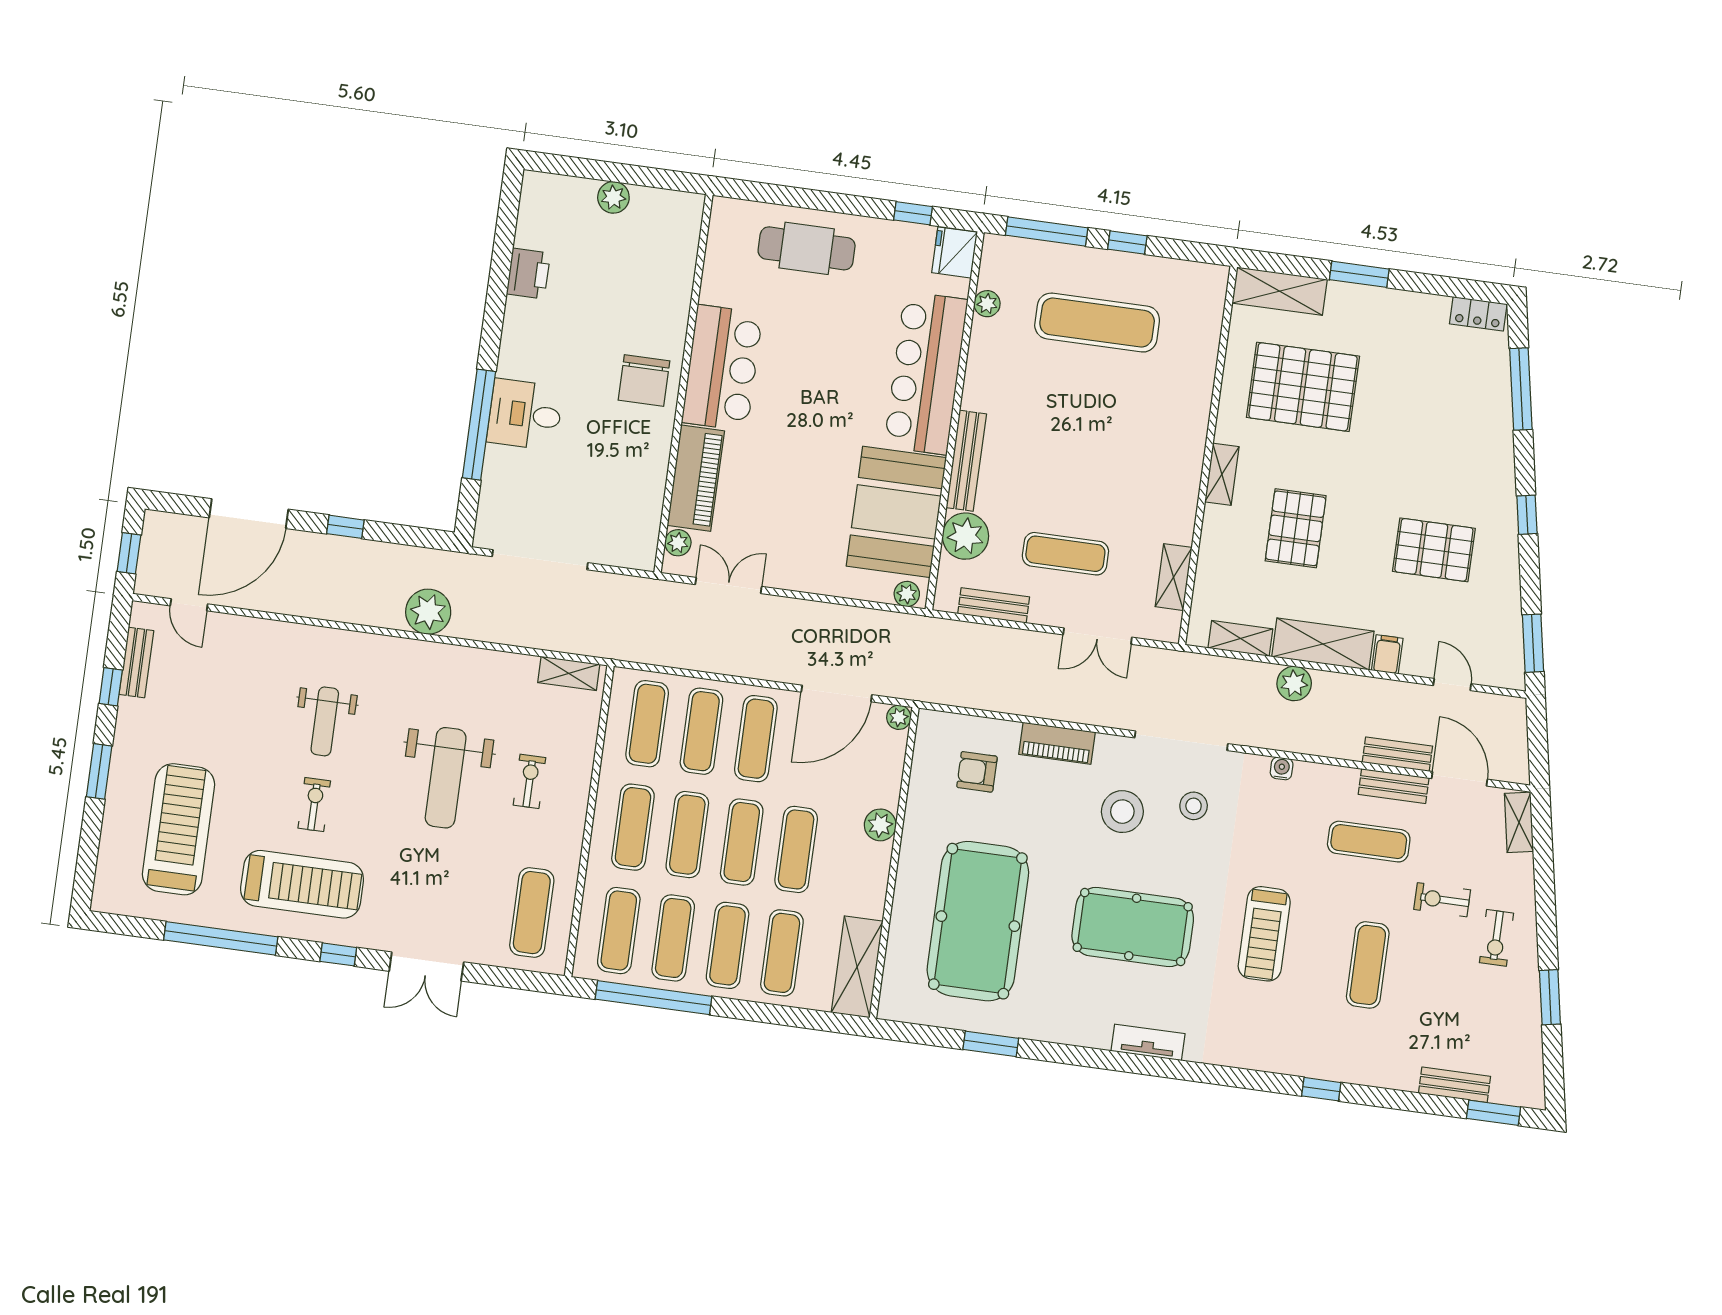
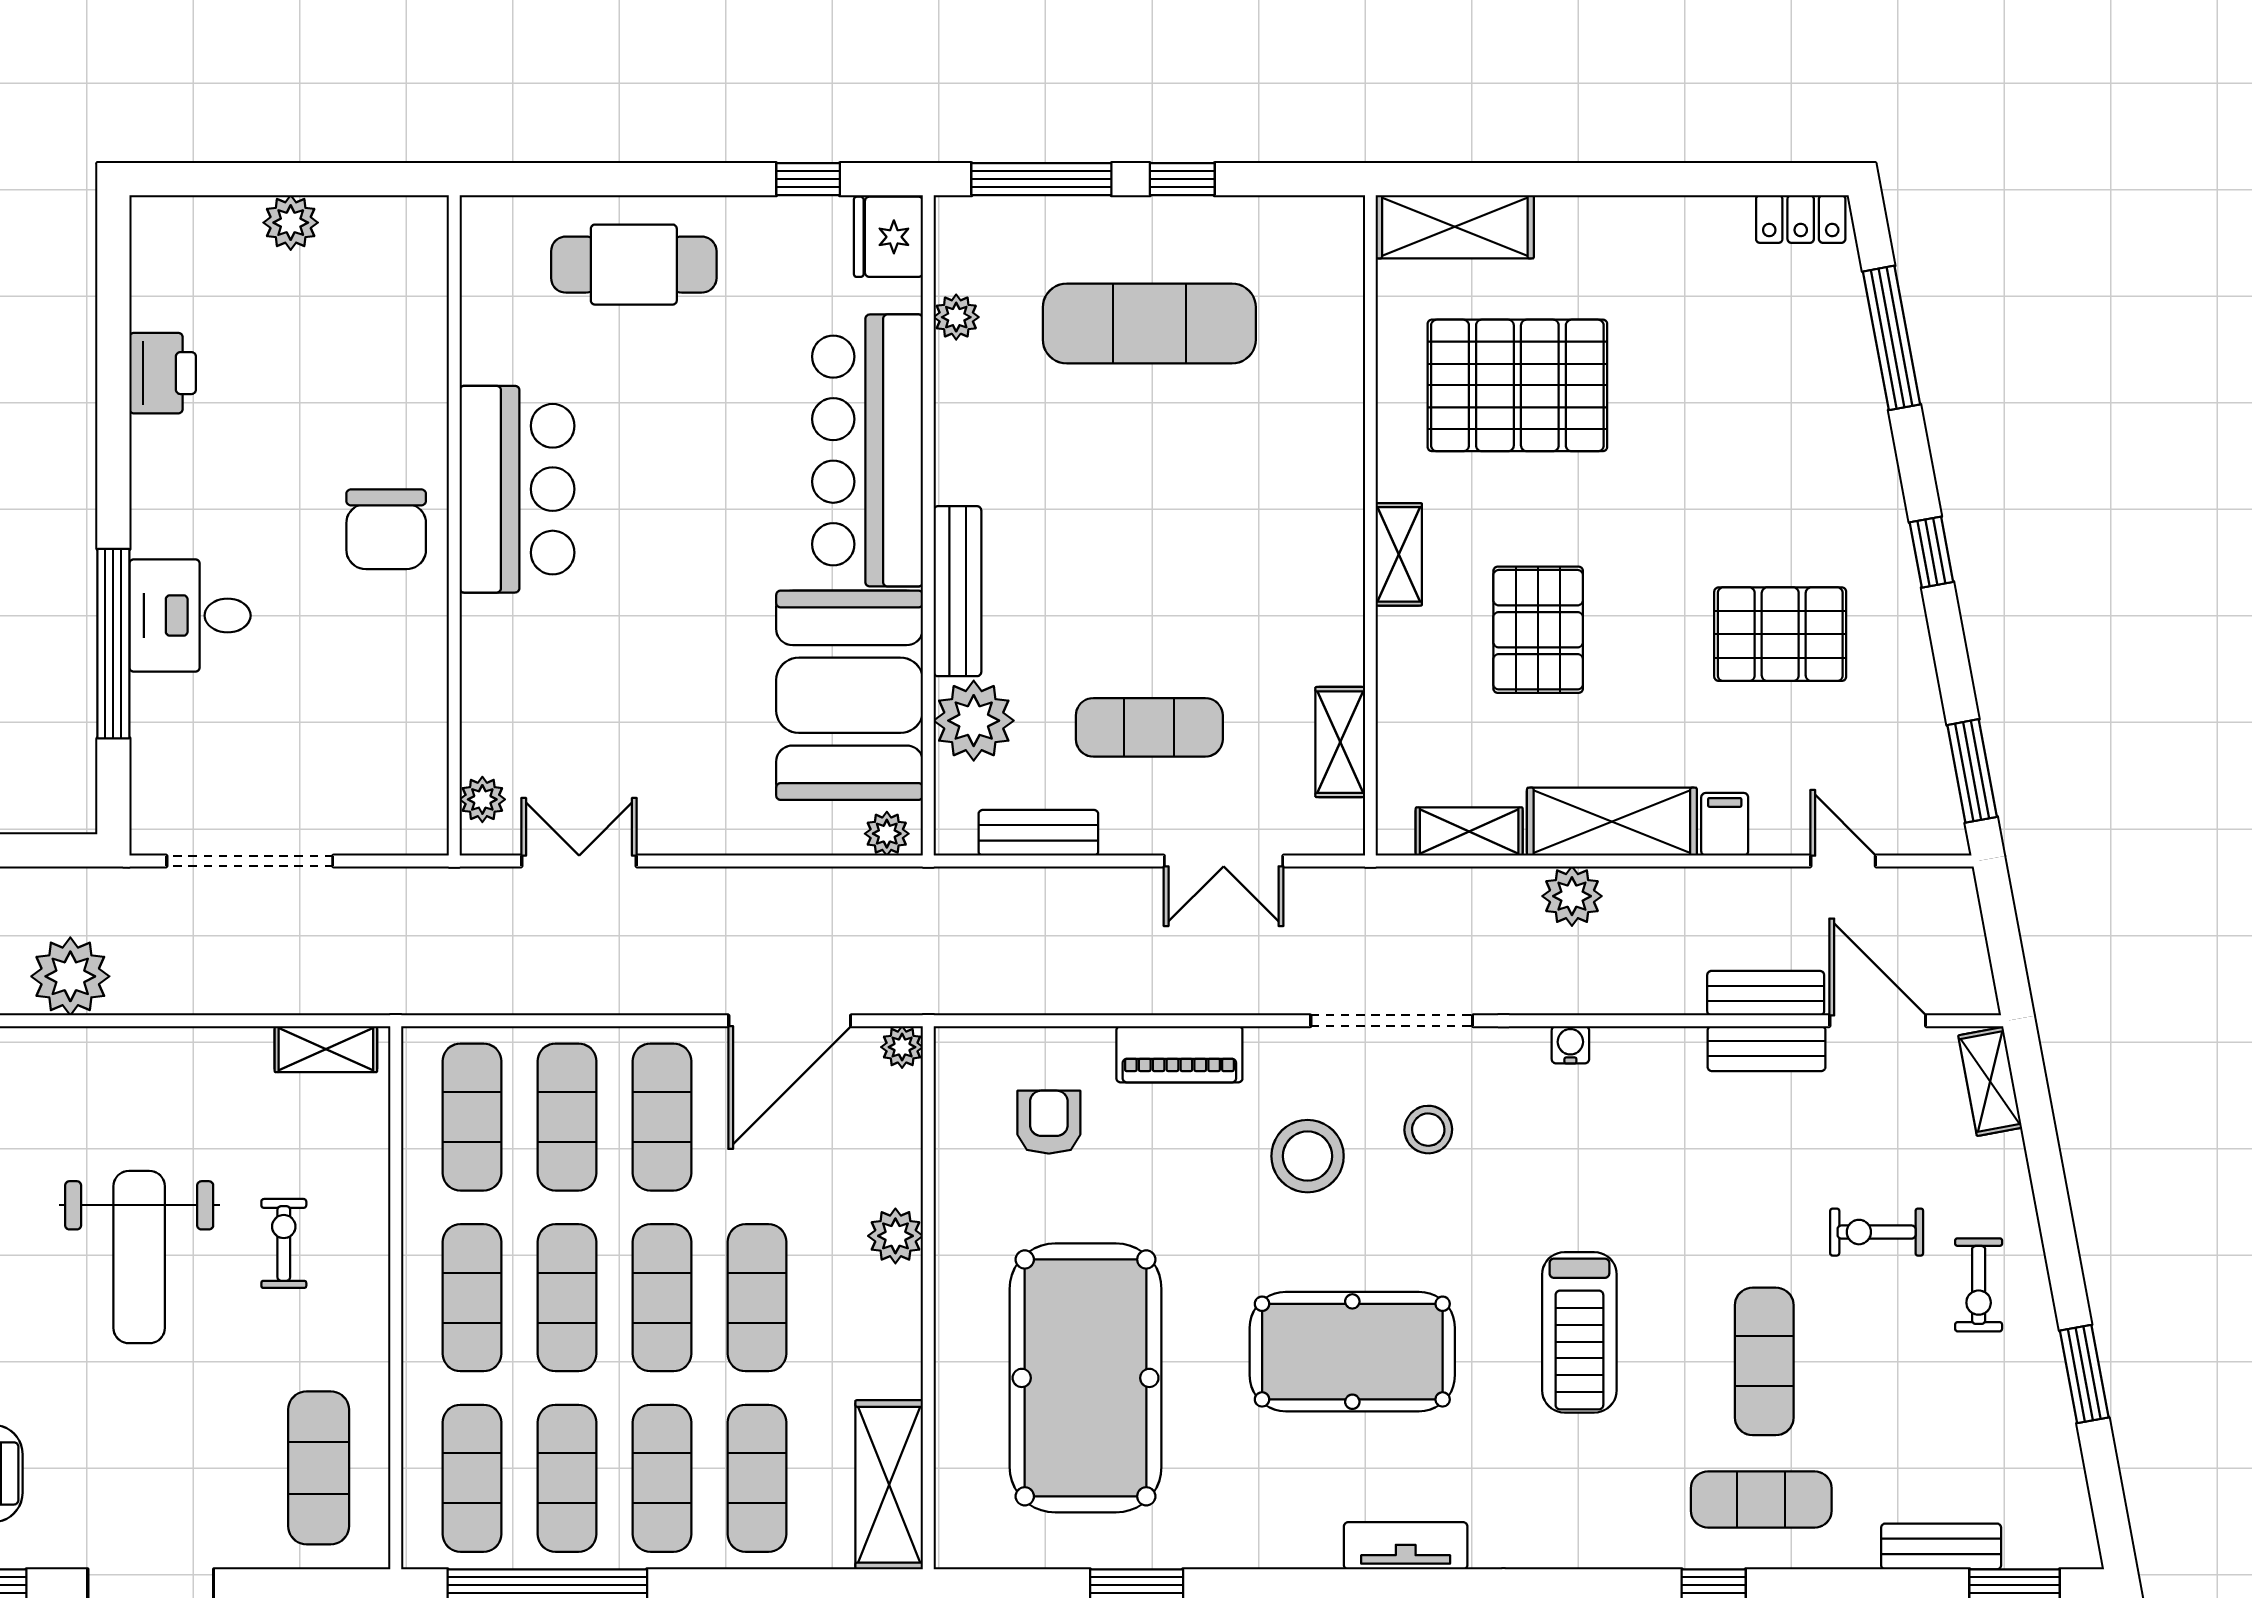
window: (1359, 274) -> (1587, 179), removed
piano: (696, 478) -> (498, 685), removed
armchair: (977, 772) -> (1049, 1122), turned 90
exercise mat: (1369, 842) -> (1761, 1500), moved

